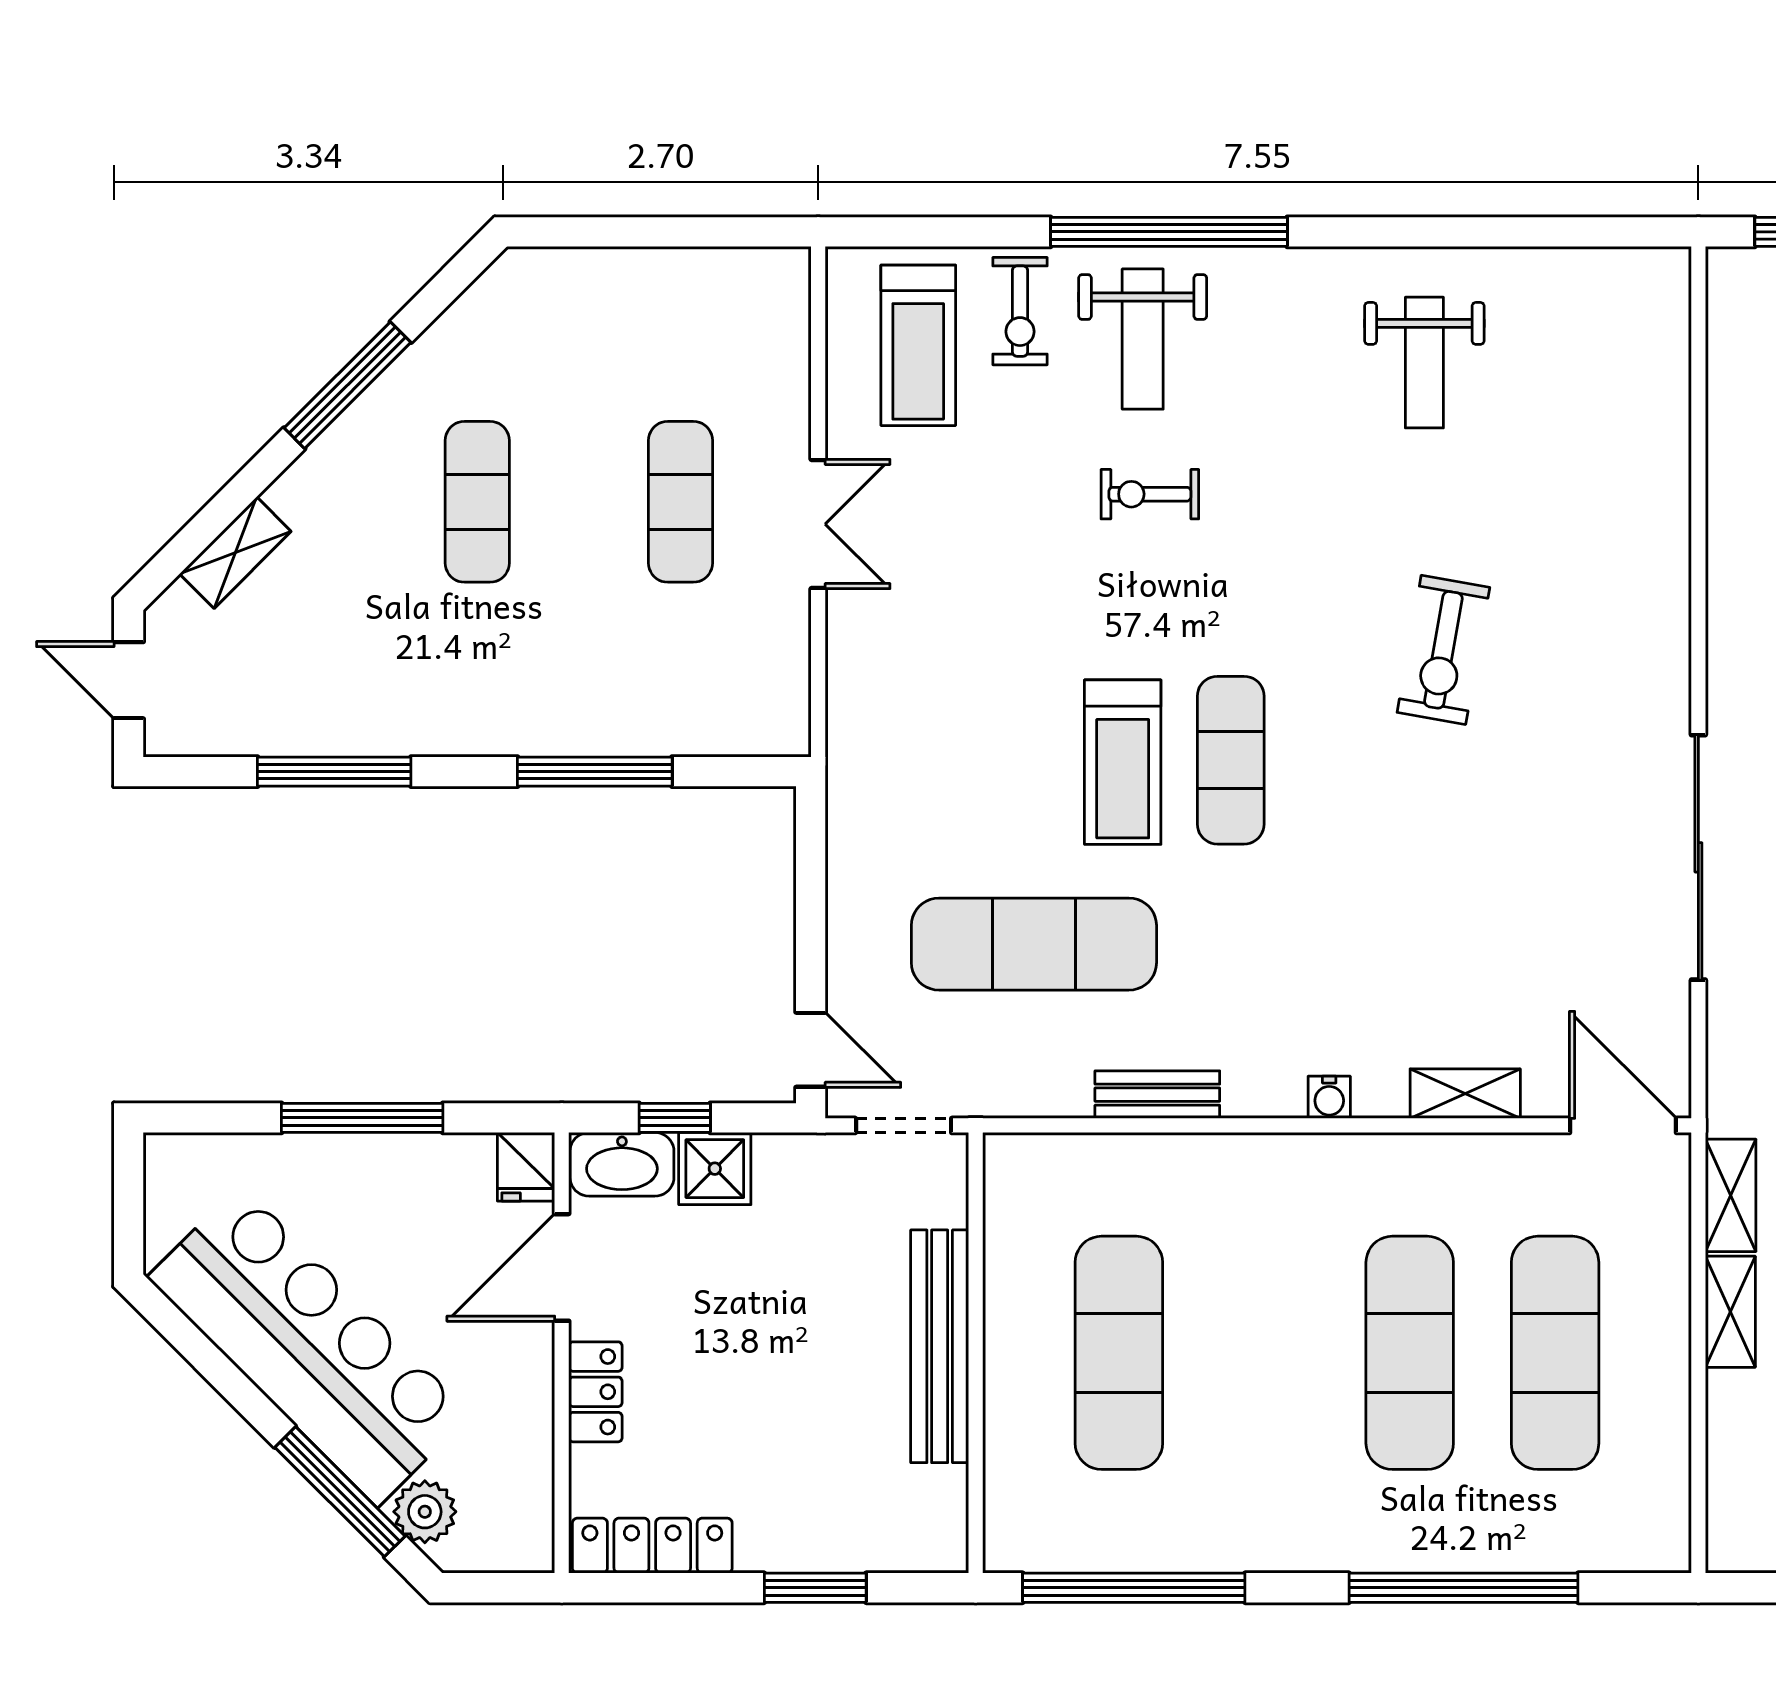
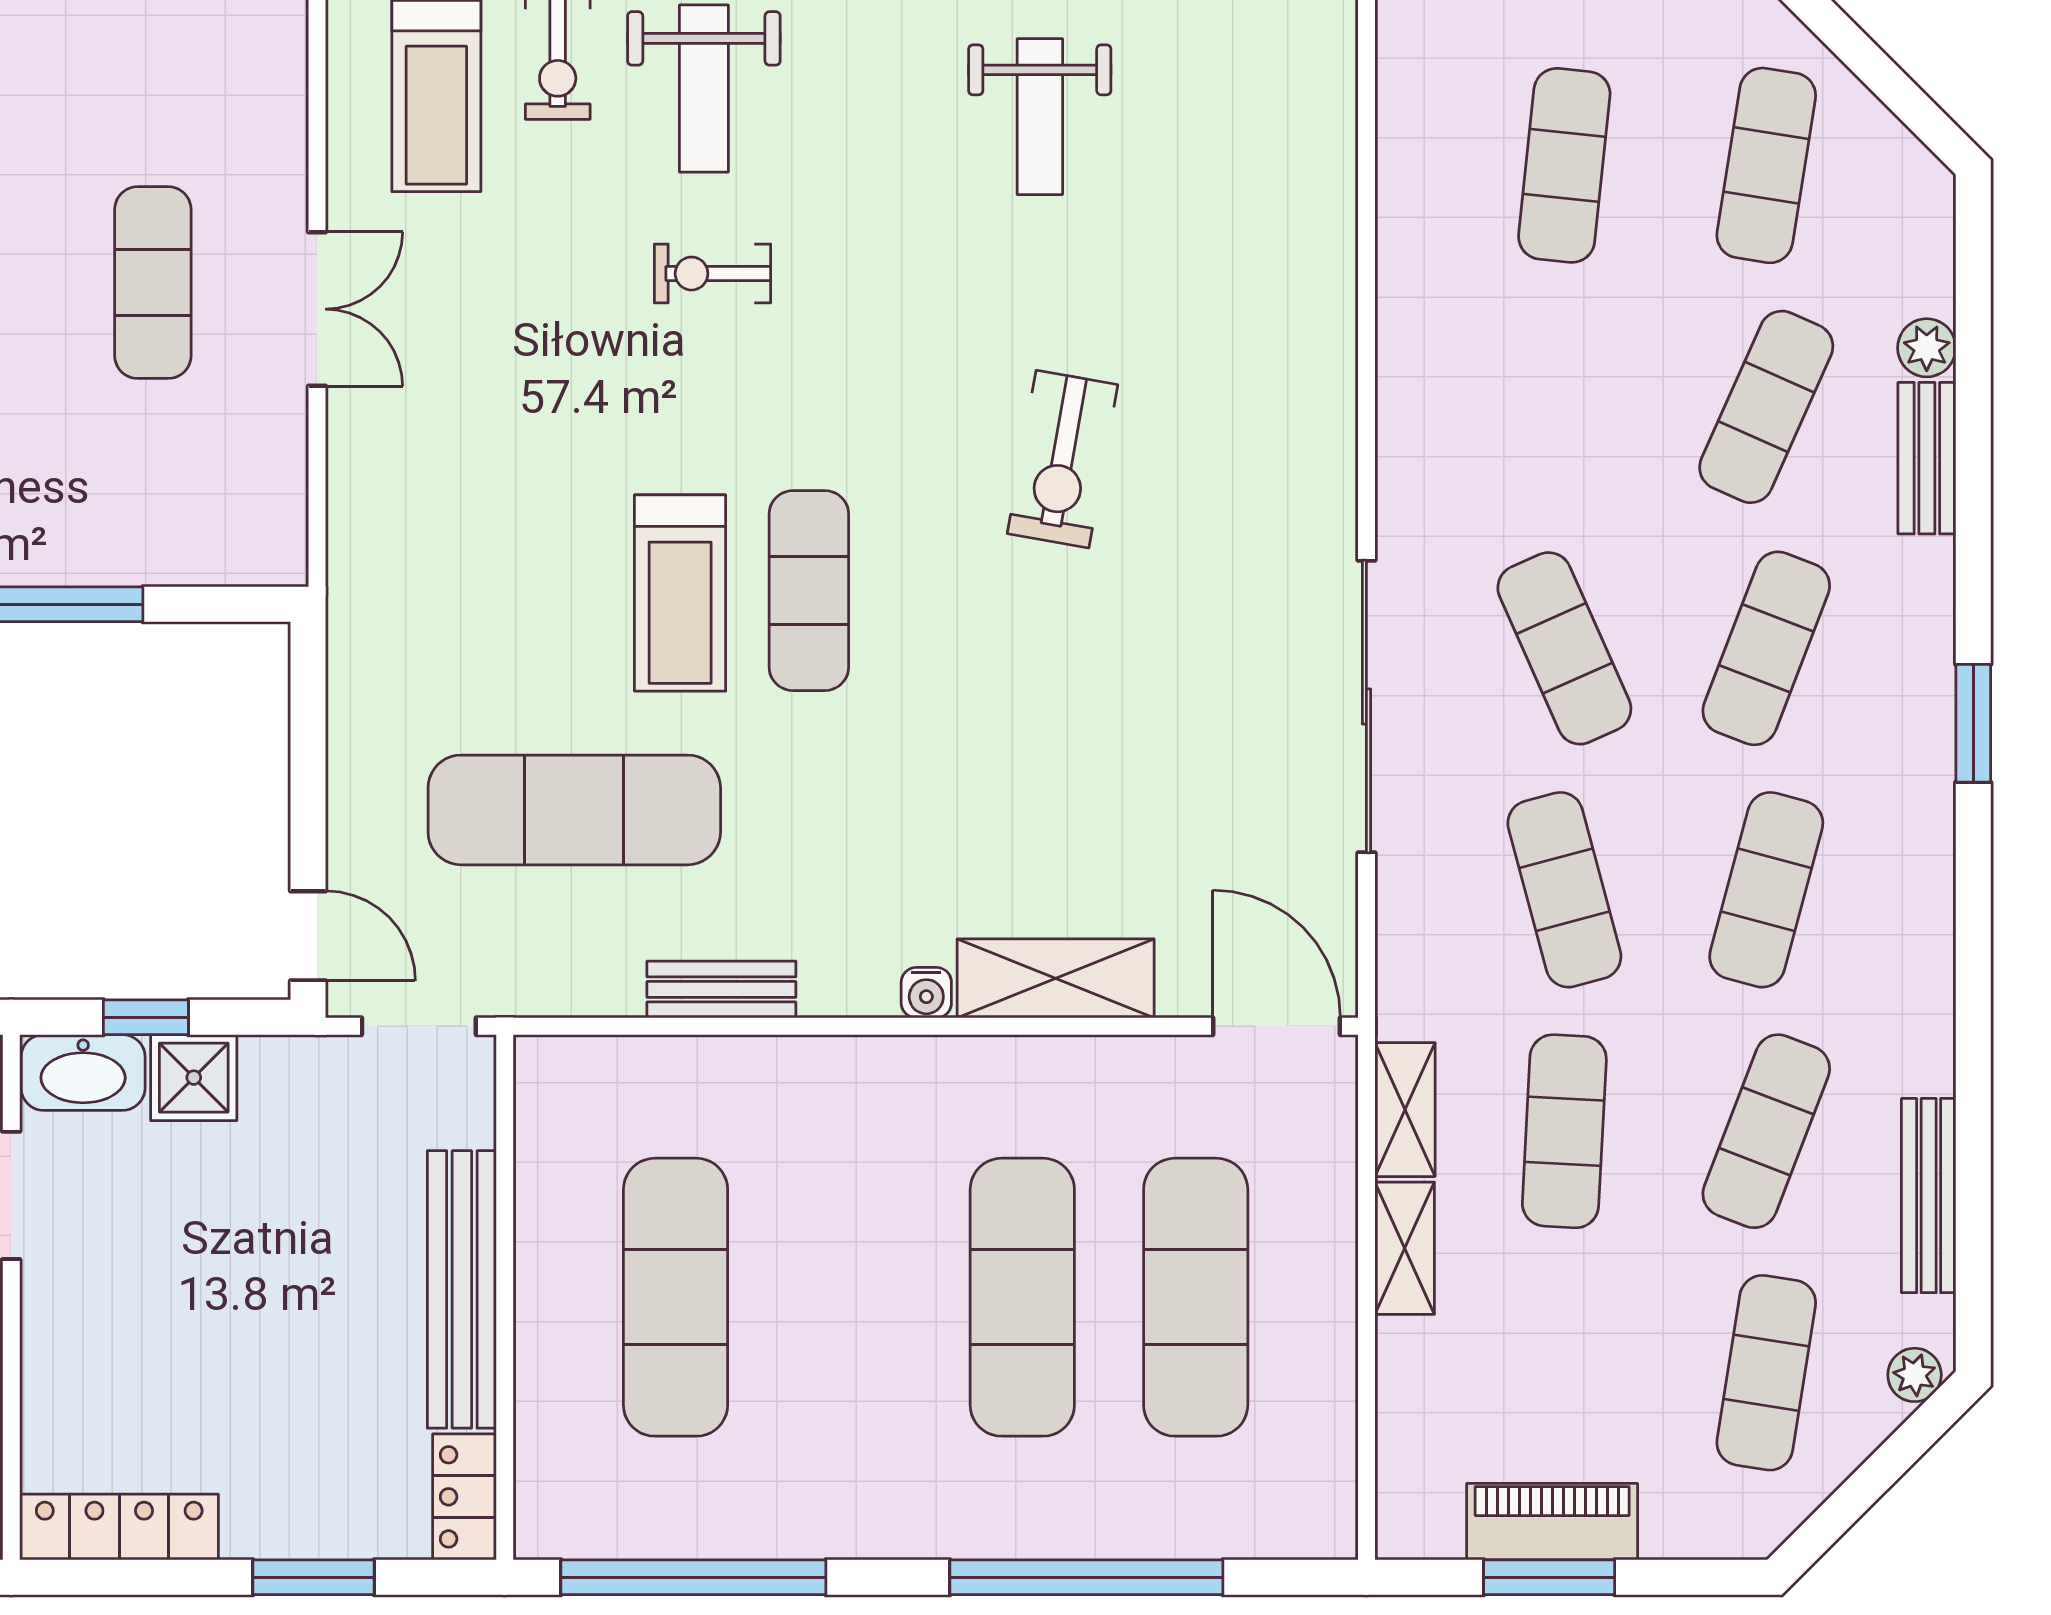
shelving: (1465, 1094) -> (1056, 978), width x1.50, depth x1.33
locker: (595, 1392) -> (465, 1497), moved, turned 180

